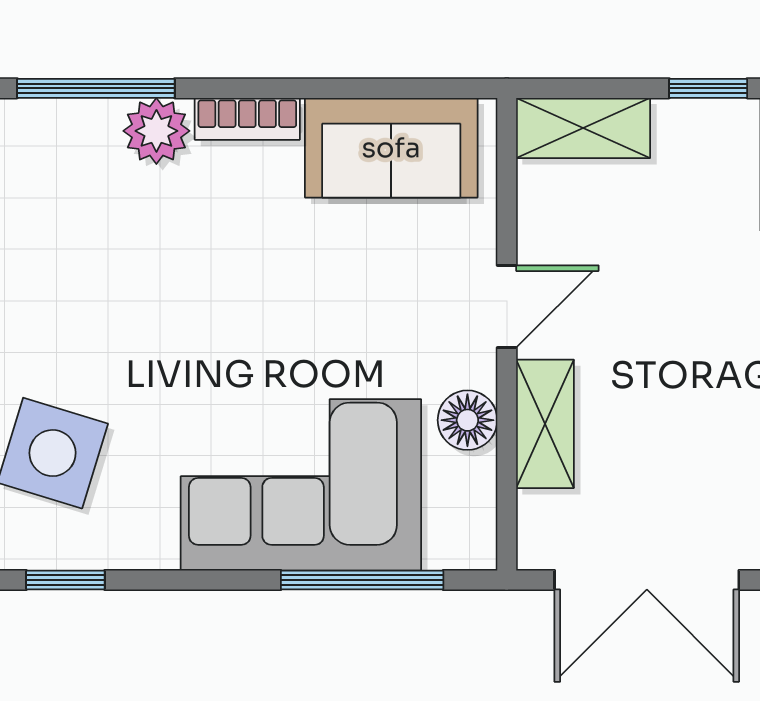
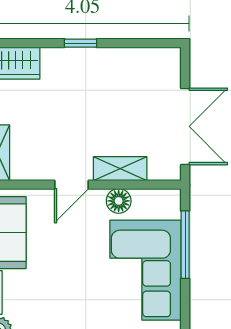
door: (507, 307) -> (71, 185), swing flipped

